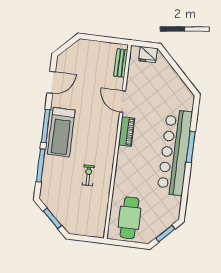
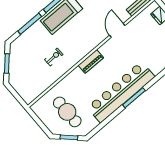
piano: (127, 132) -> (91, 62), moved
cafe table: (129, 218) -> (67, 112), moved, turned 90

